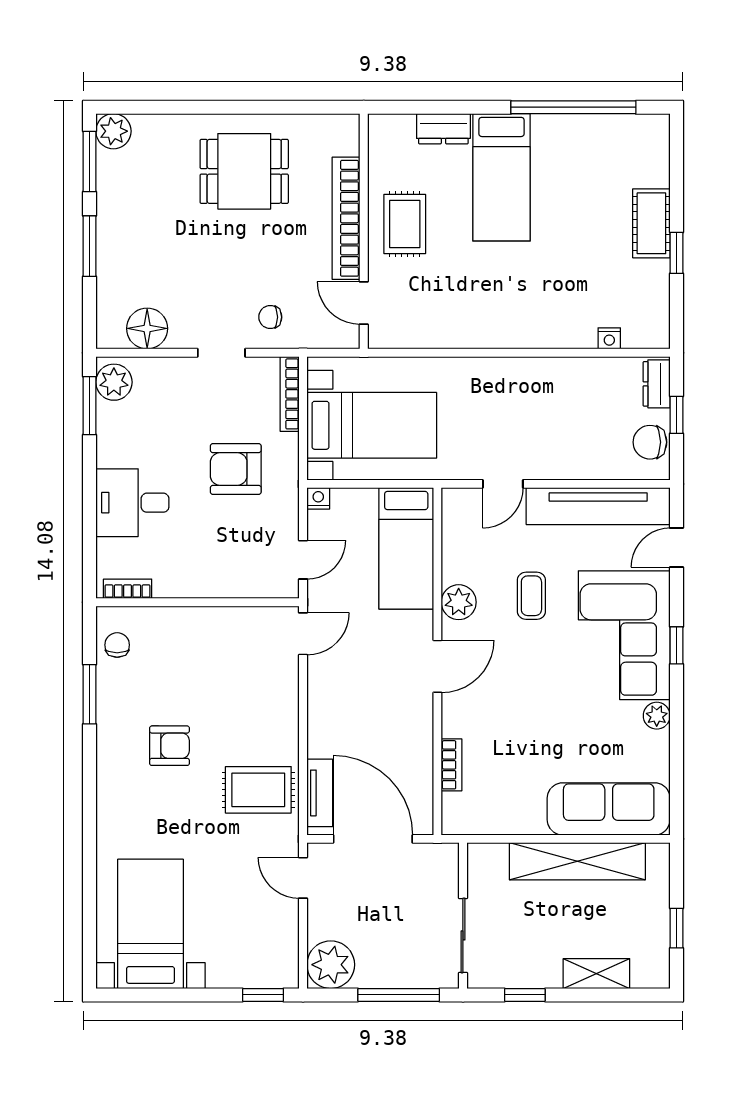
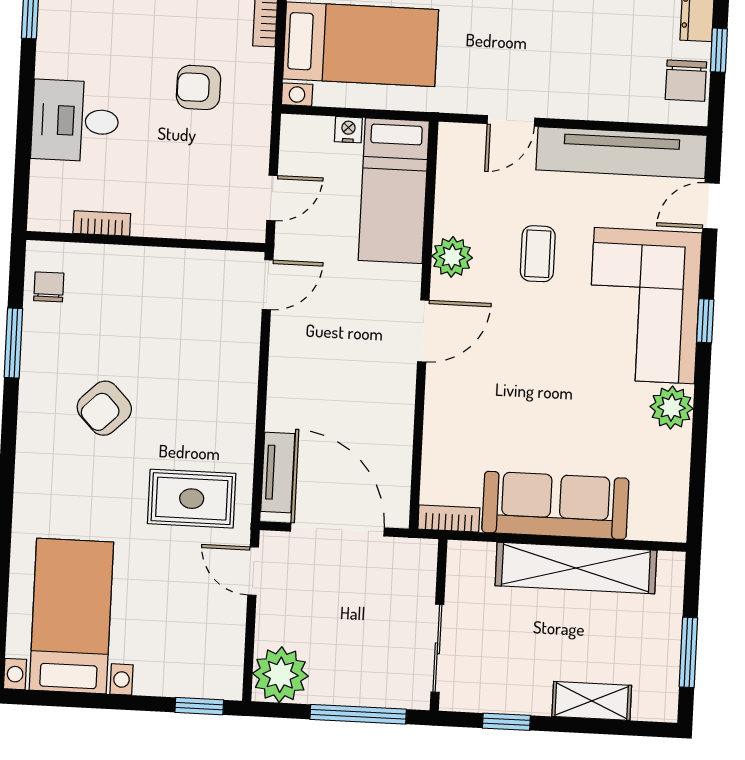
chair: (650, 442) -> (686, 81), turned -90
armchair: (236, 469) -> (198, 87), width x0.72, depth x0.72
nightstand: (318, 498) -> (348, 130), moved
bookcase: (128, 589) -> (102, 223), moved
plant: (657, 716) -> (671, 408), width x1.38, depth x1.38
armchair: (170, 746) -> (104, 408), turned 136
bookcase: (452, 765) -> (449, 519), moved, turned -90
rug: (258, 790) -> (192, 499), moved
sofa: (609, 809) -> (555, 505), moved
window: (677, 928) -> (688, 652), width x1.50

